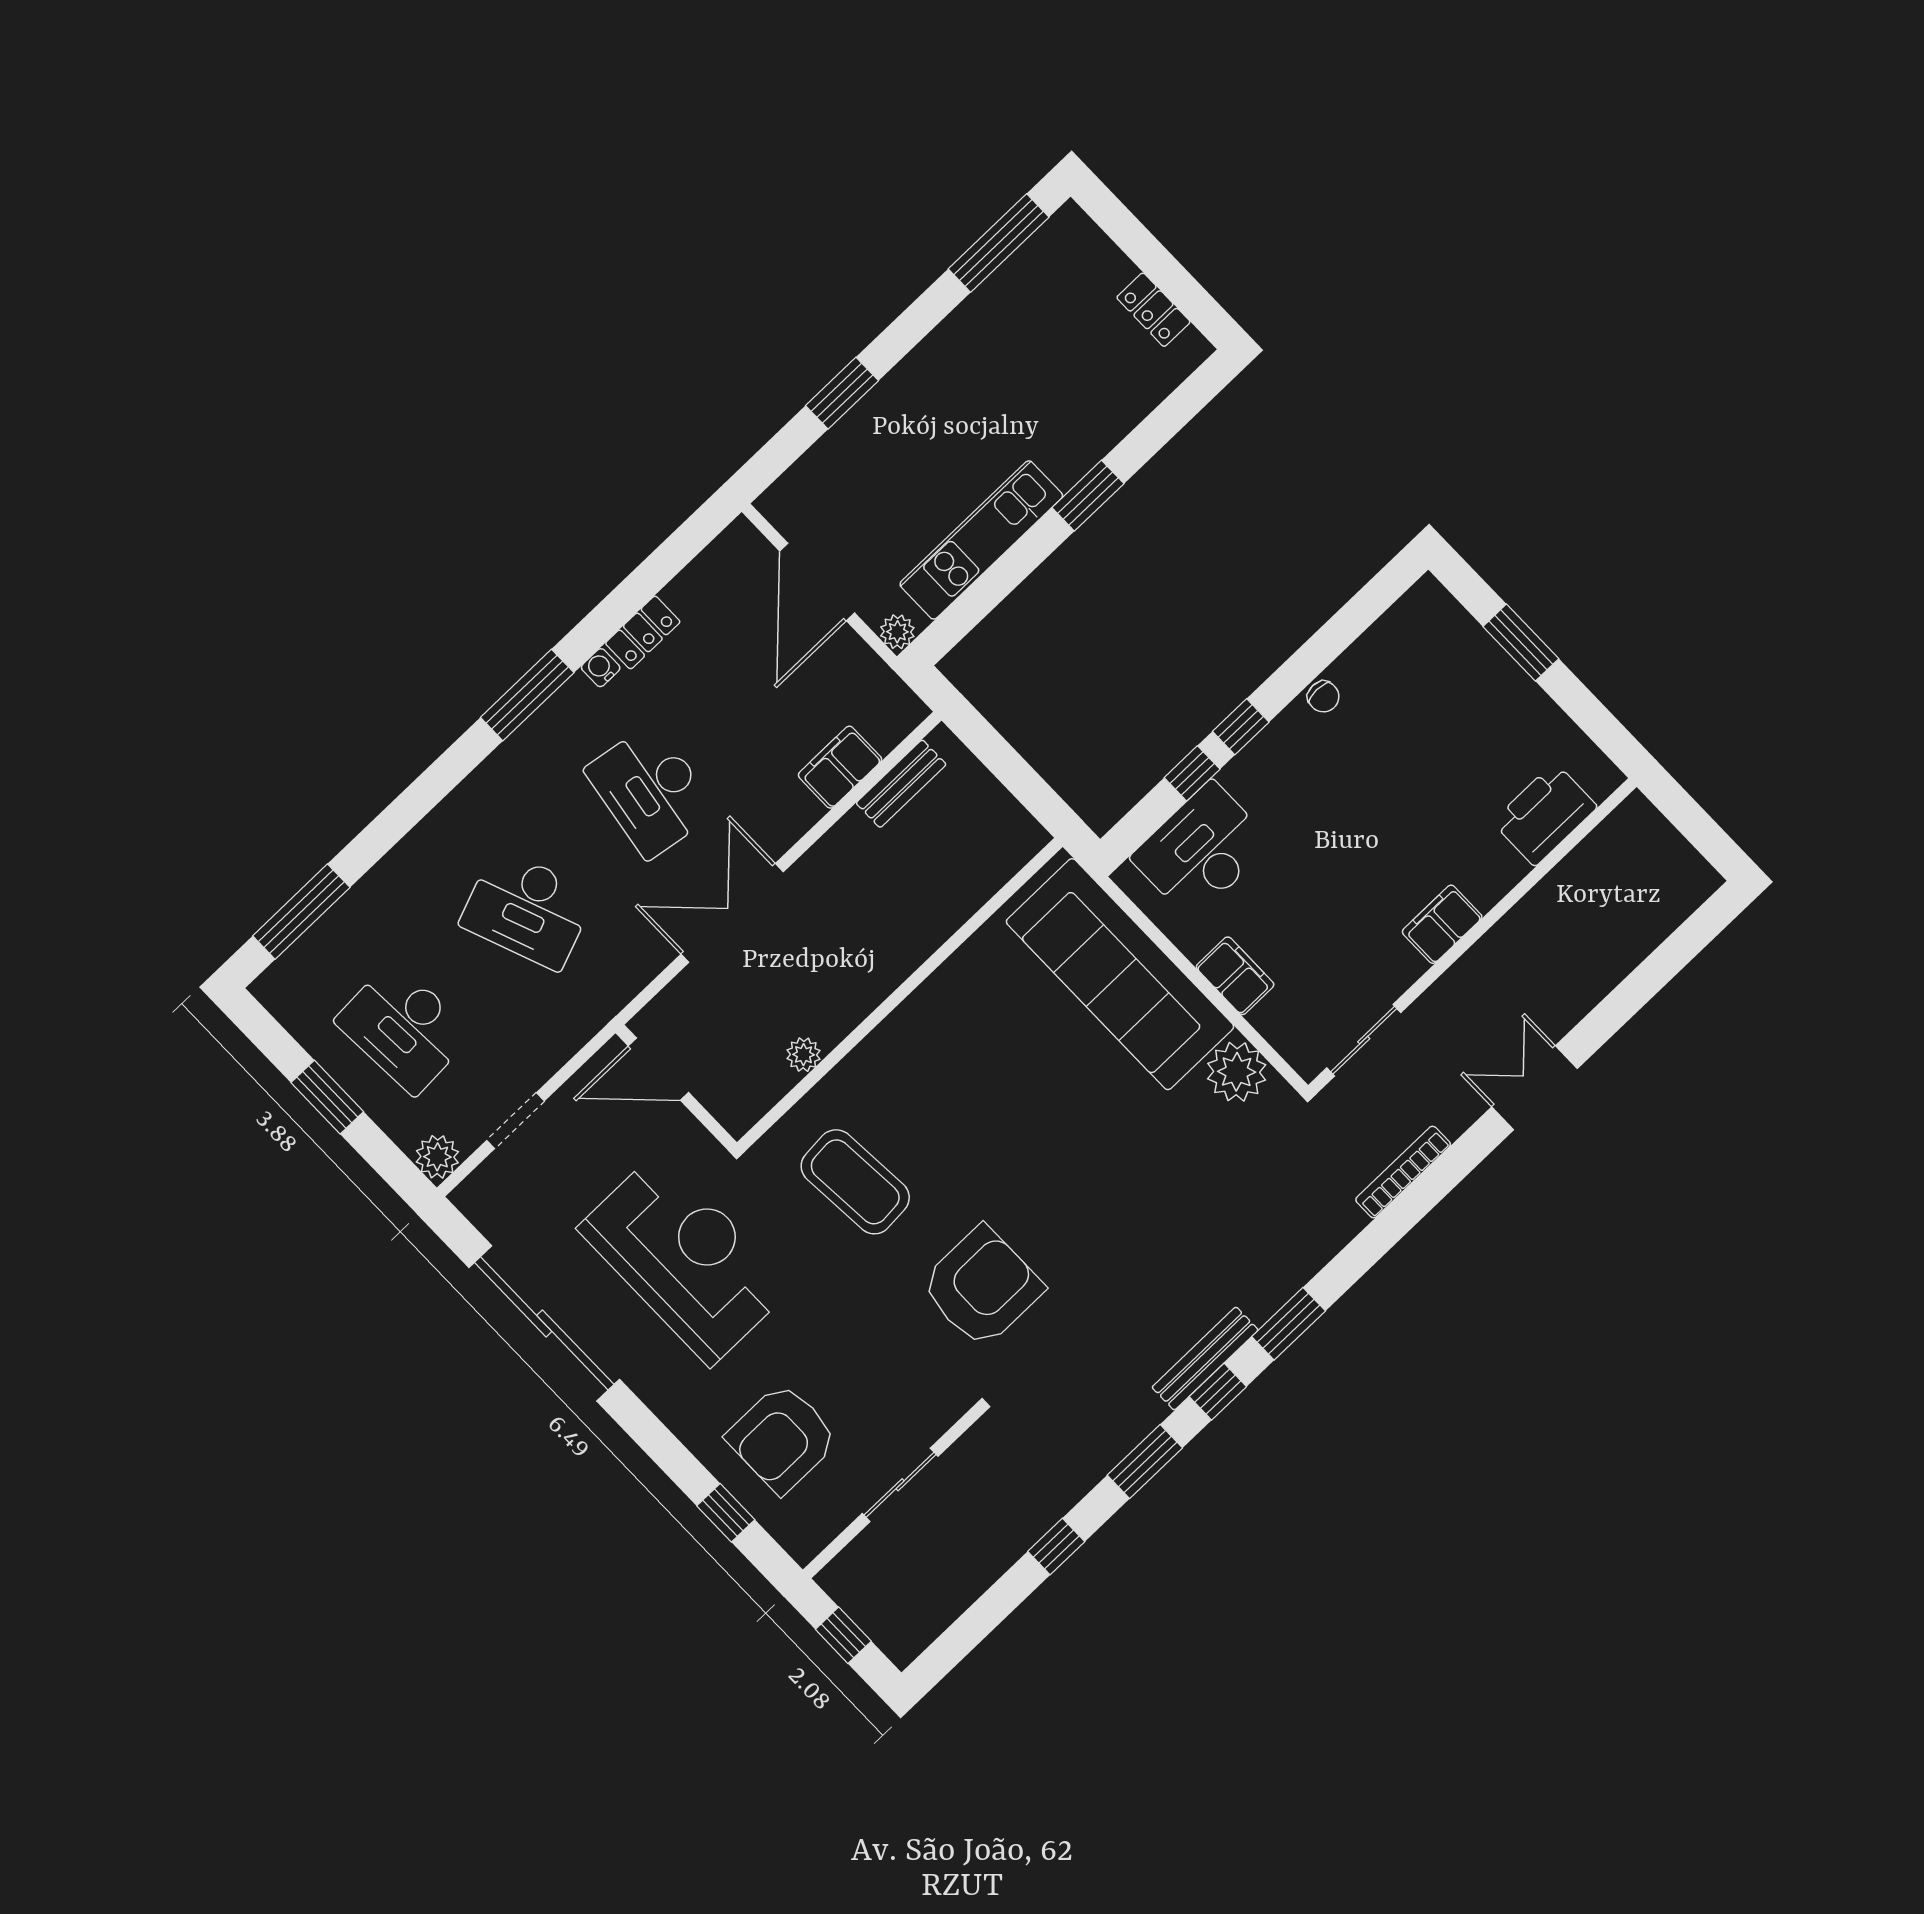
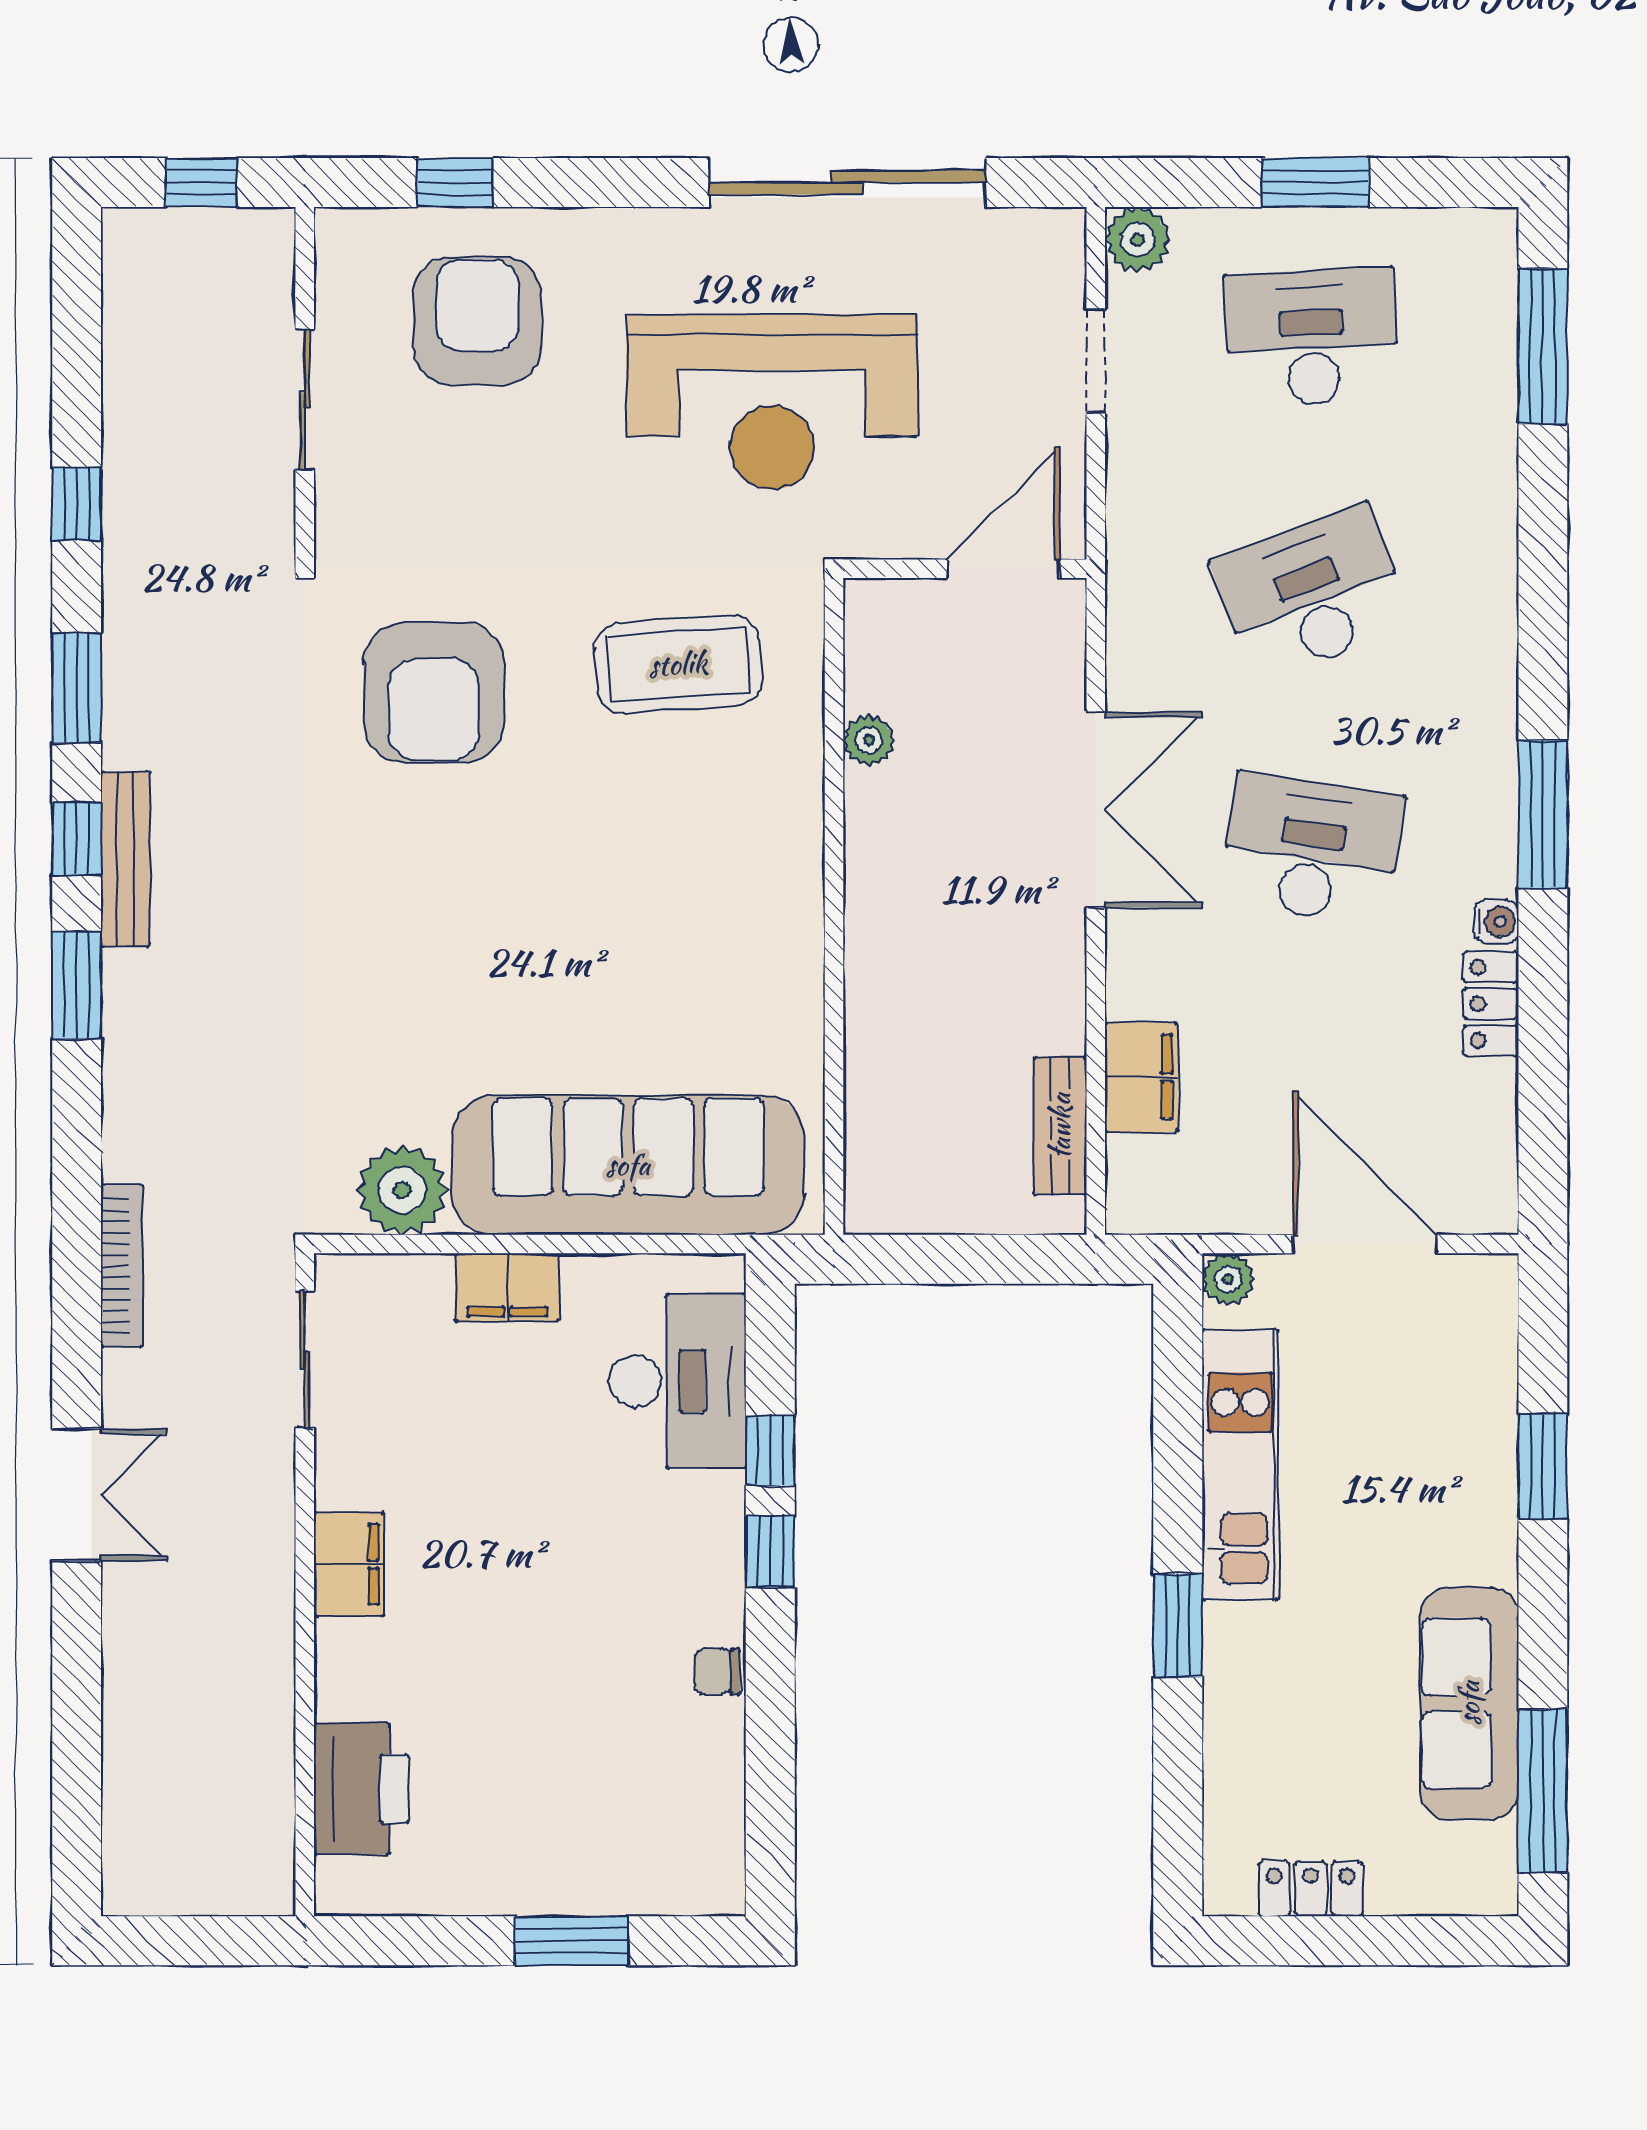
sofa: (991, 319) -> (1469, 1703), added

